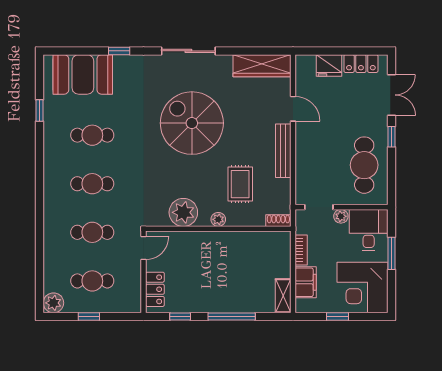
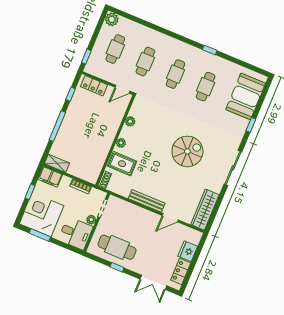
window: (40, 110) -> (210, 50), moved
spiral stairs: (192, 123) -> (187, 151), width x0.73, depth x0.73
window: (392, 137) -> (117, 267), moved
rug: (240, 184) -> (122, 164), moved
plant: (183, 212) -> (130, 121), width x0.53, depth x0.53
door: (144, 248) -> (122, 89), hinge flipped
window: (392, 253) -> (40, 235), moved
filing cabinet: (306, 282) -> (50, 177), moved
window: (89, 317) -> (86, 57), moved

